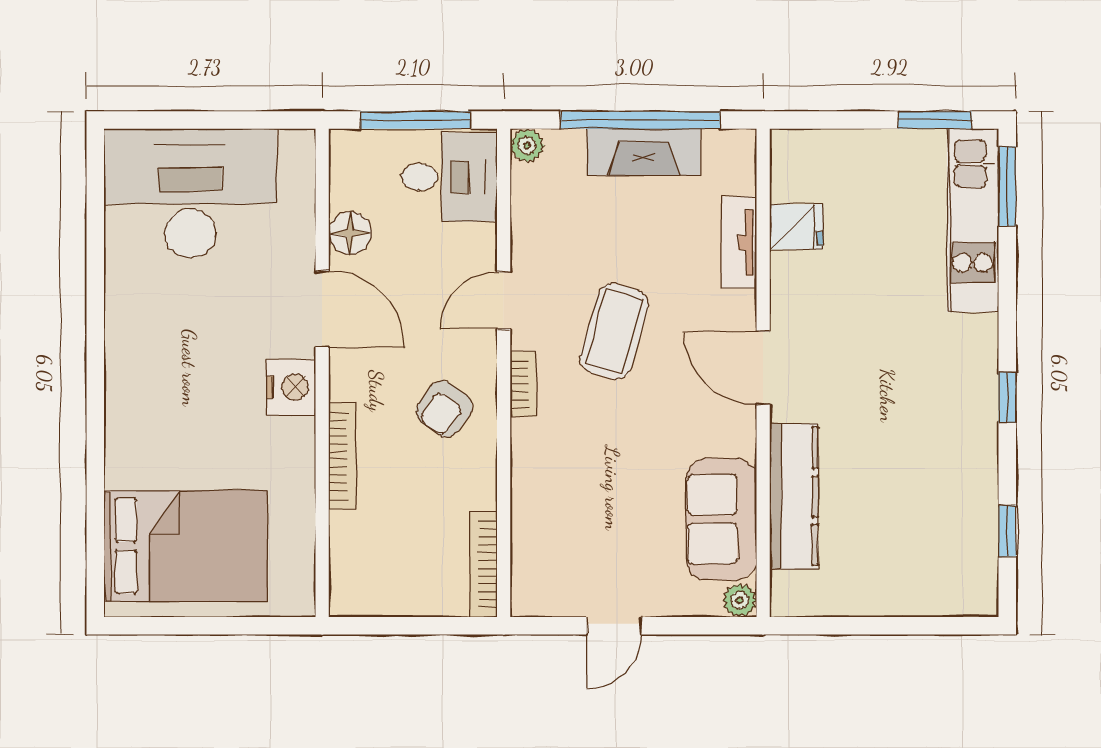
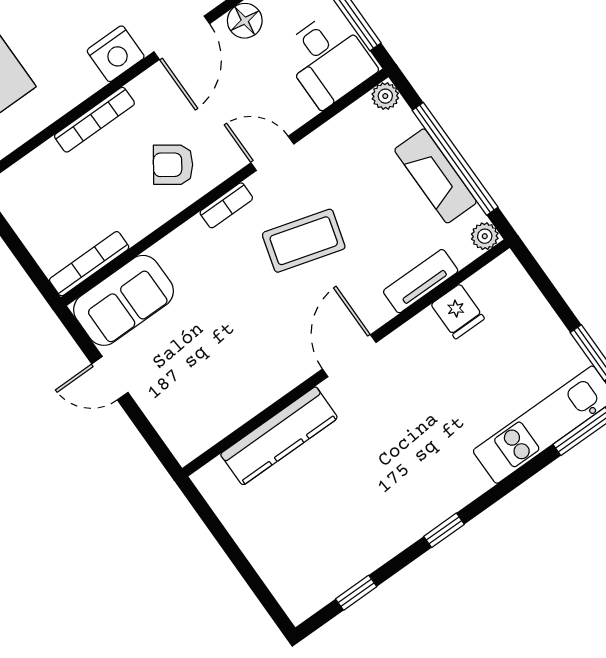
sofa: (721, 519) -> (123, 300), moved, turned 180
plant: (740, 600) -> (485, 236), moved

